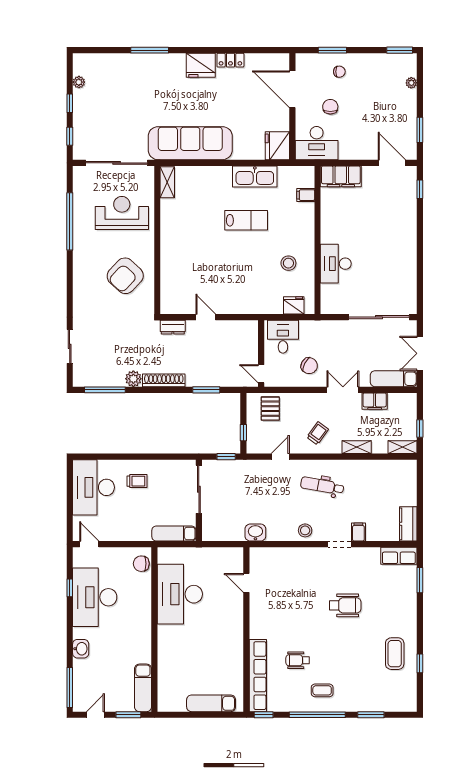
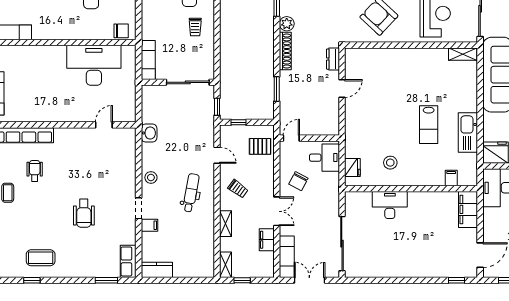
chair: (141, 564) -> (121, 31), turned 90

